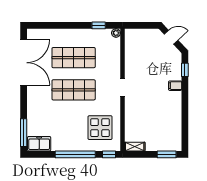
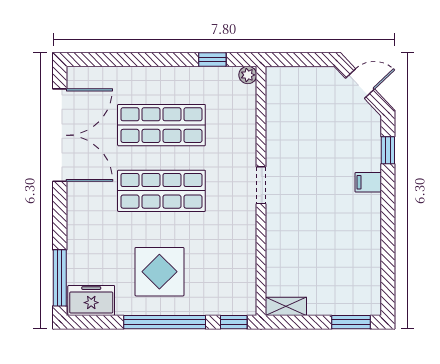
display table: (100, 128) -> (159, 272), moved

